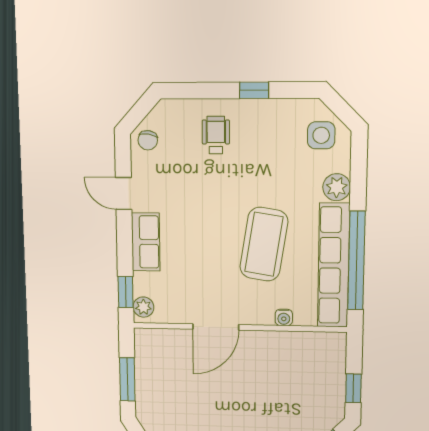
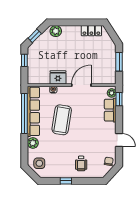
row of seats: (146, 242) -> (110, 110), moved
fridge: (272, 346) -> (58, 77), added

